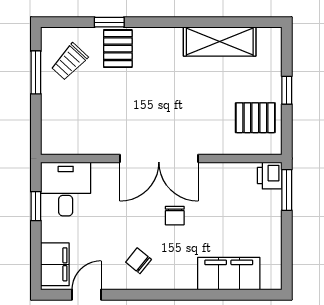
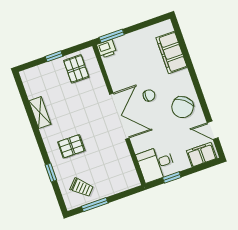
shelving: (220, 42) -> (40, 113), width x0.67, depth x0.75
pallet: (118, 49) -> (71, 146), moved
chair: (139, 261) -> (183, 107), width x1.87, depth x1.87

